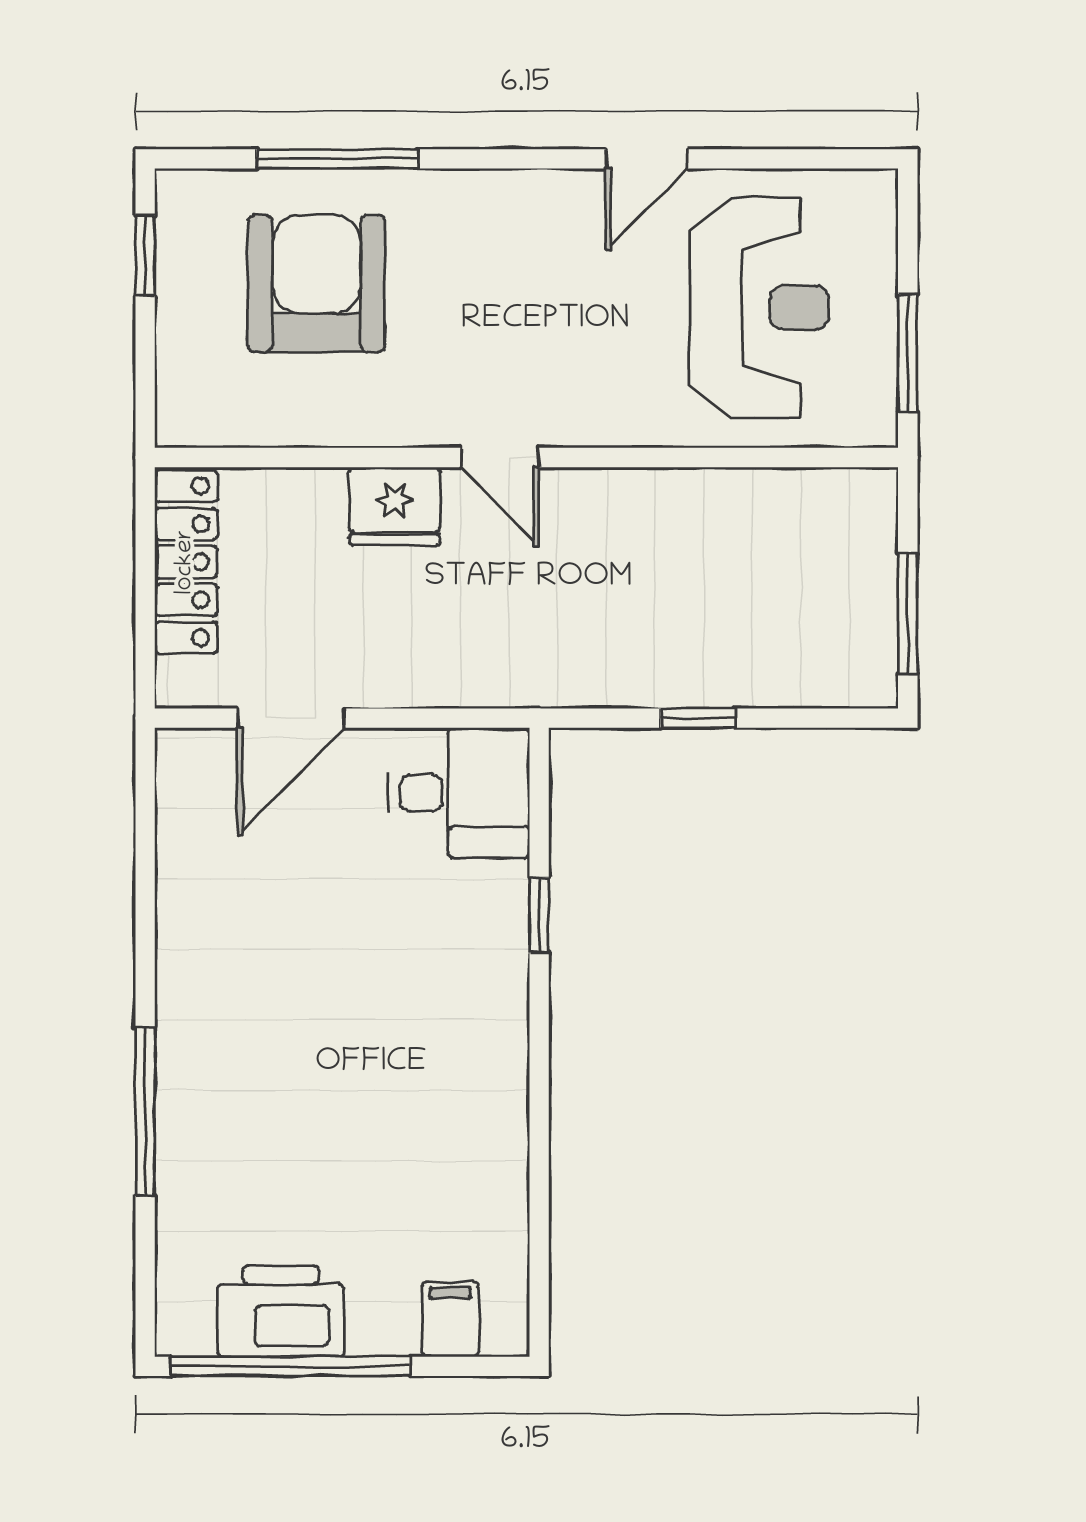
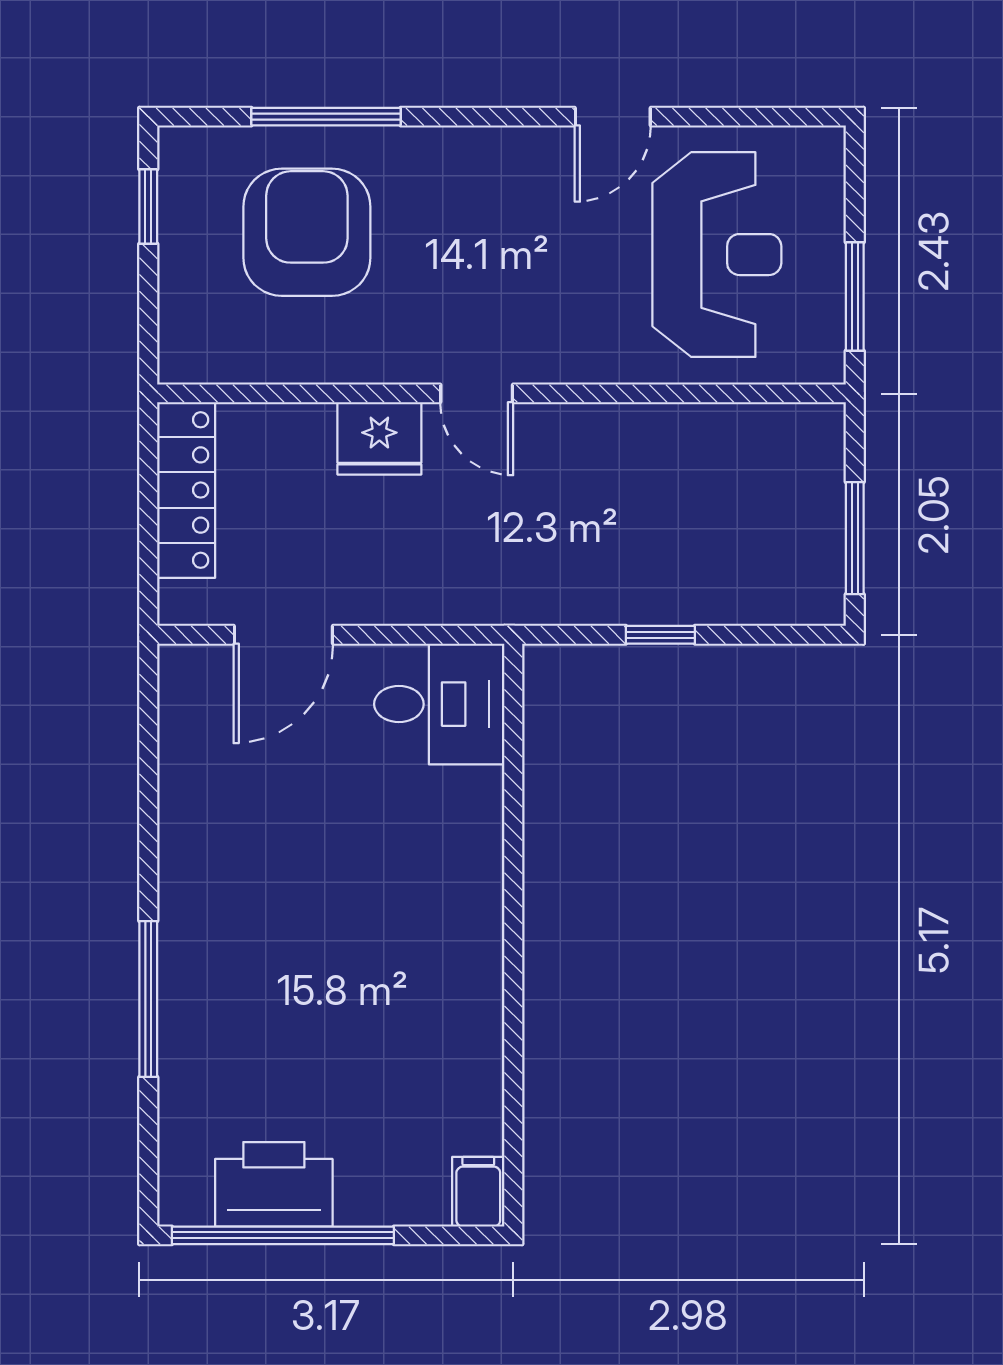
window: (539, 915) -> (513, 817), removed
filing cabinet: (450, 1319) -> (478, 1192), moved

